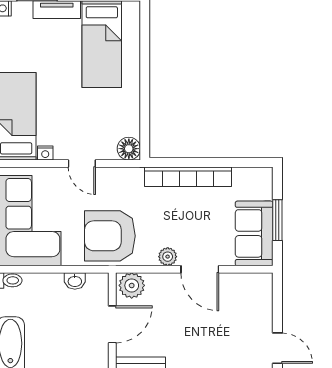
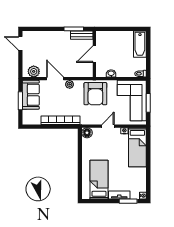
door: (82, 164) -> (108, 126), hinge flipped
armchair: (110, 236) -> (95, 94), turned 90
plant: (132, 285) -> (34, 71), moved

